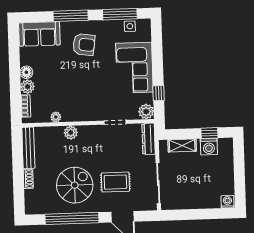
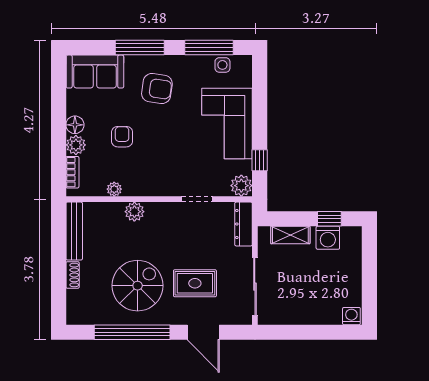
armchair: (60, 80) -> (122, 137), added

